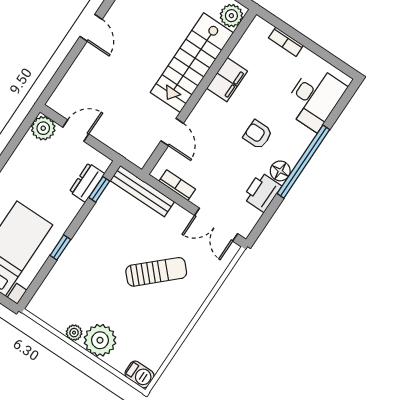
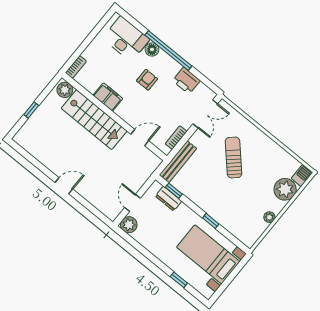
bookcase: (286, 42) -> (76, 67), moved
armchair: (258, 134) -> (147, 80), turned 180
floor lamp: (280, 171) -> (152, 49), moved
plant: (100, 340) -> (285, 189), moved

